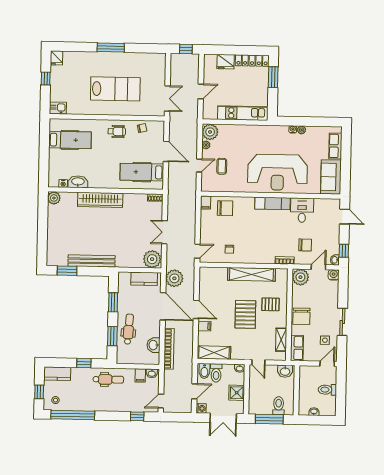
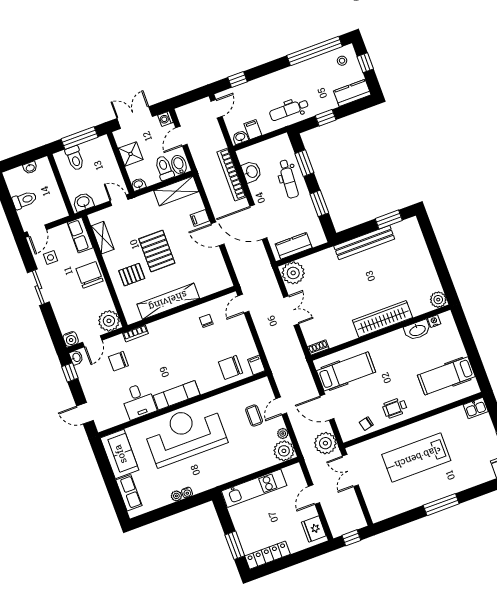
fridge: (226, 62) -> (314, 529), moved, turned -90
plant: (174, 278) -> (325, 443), moved

